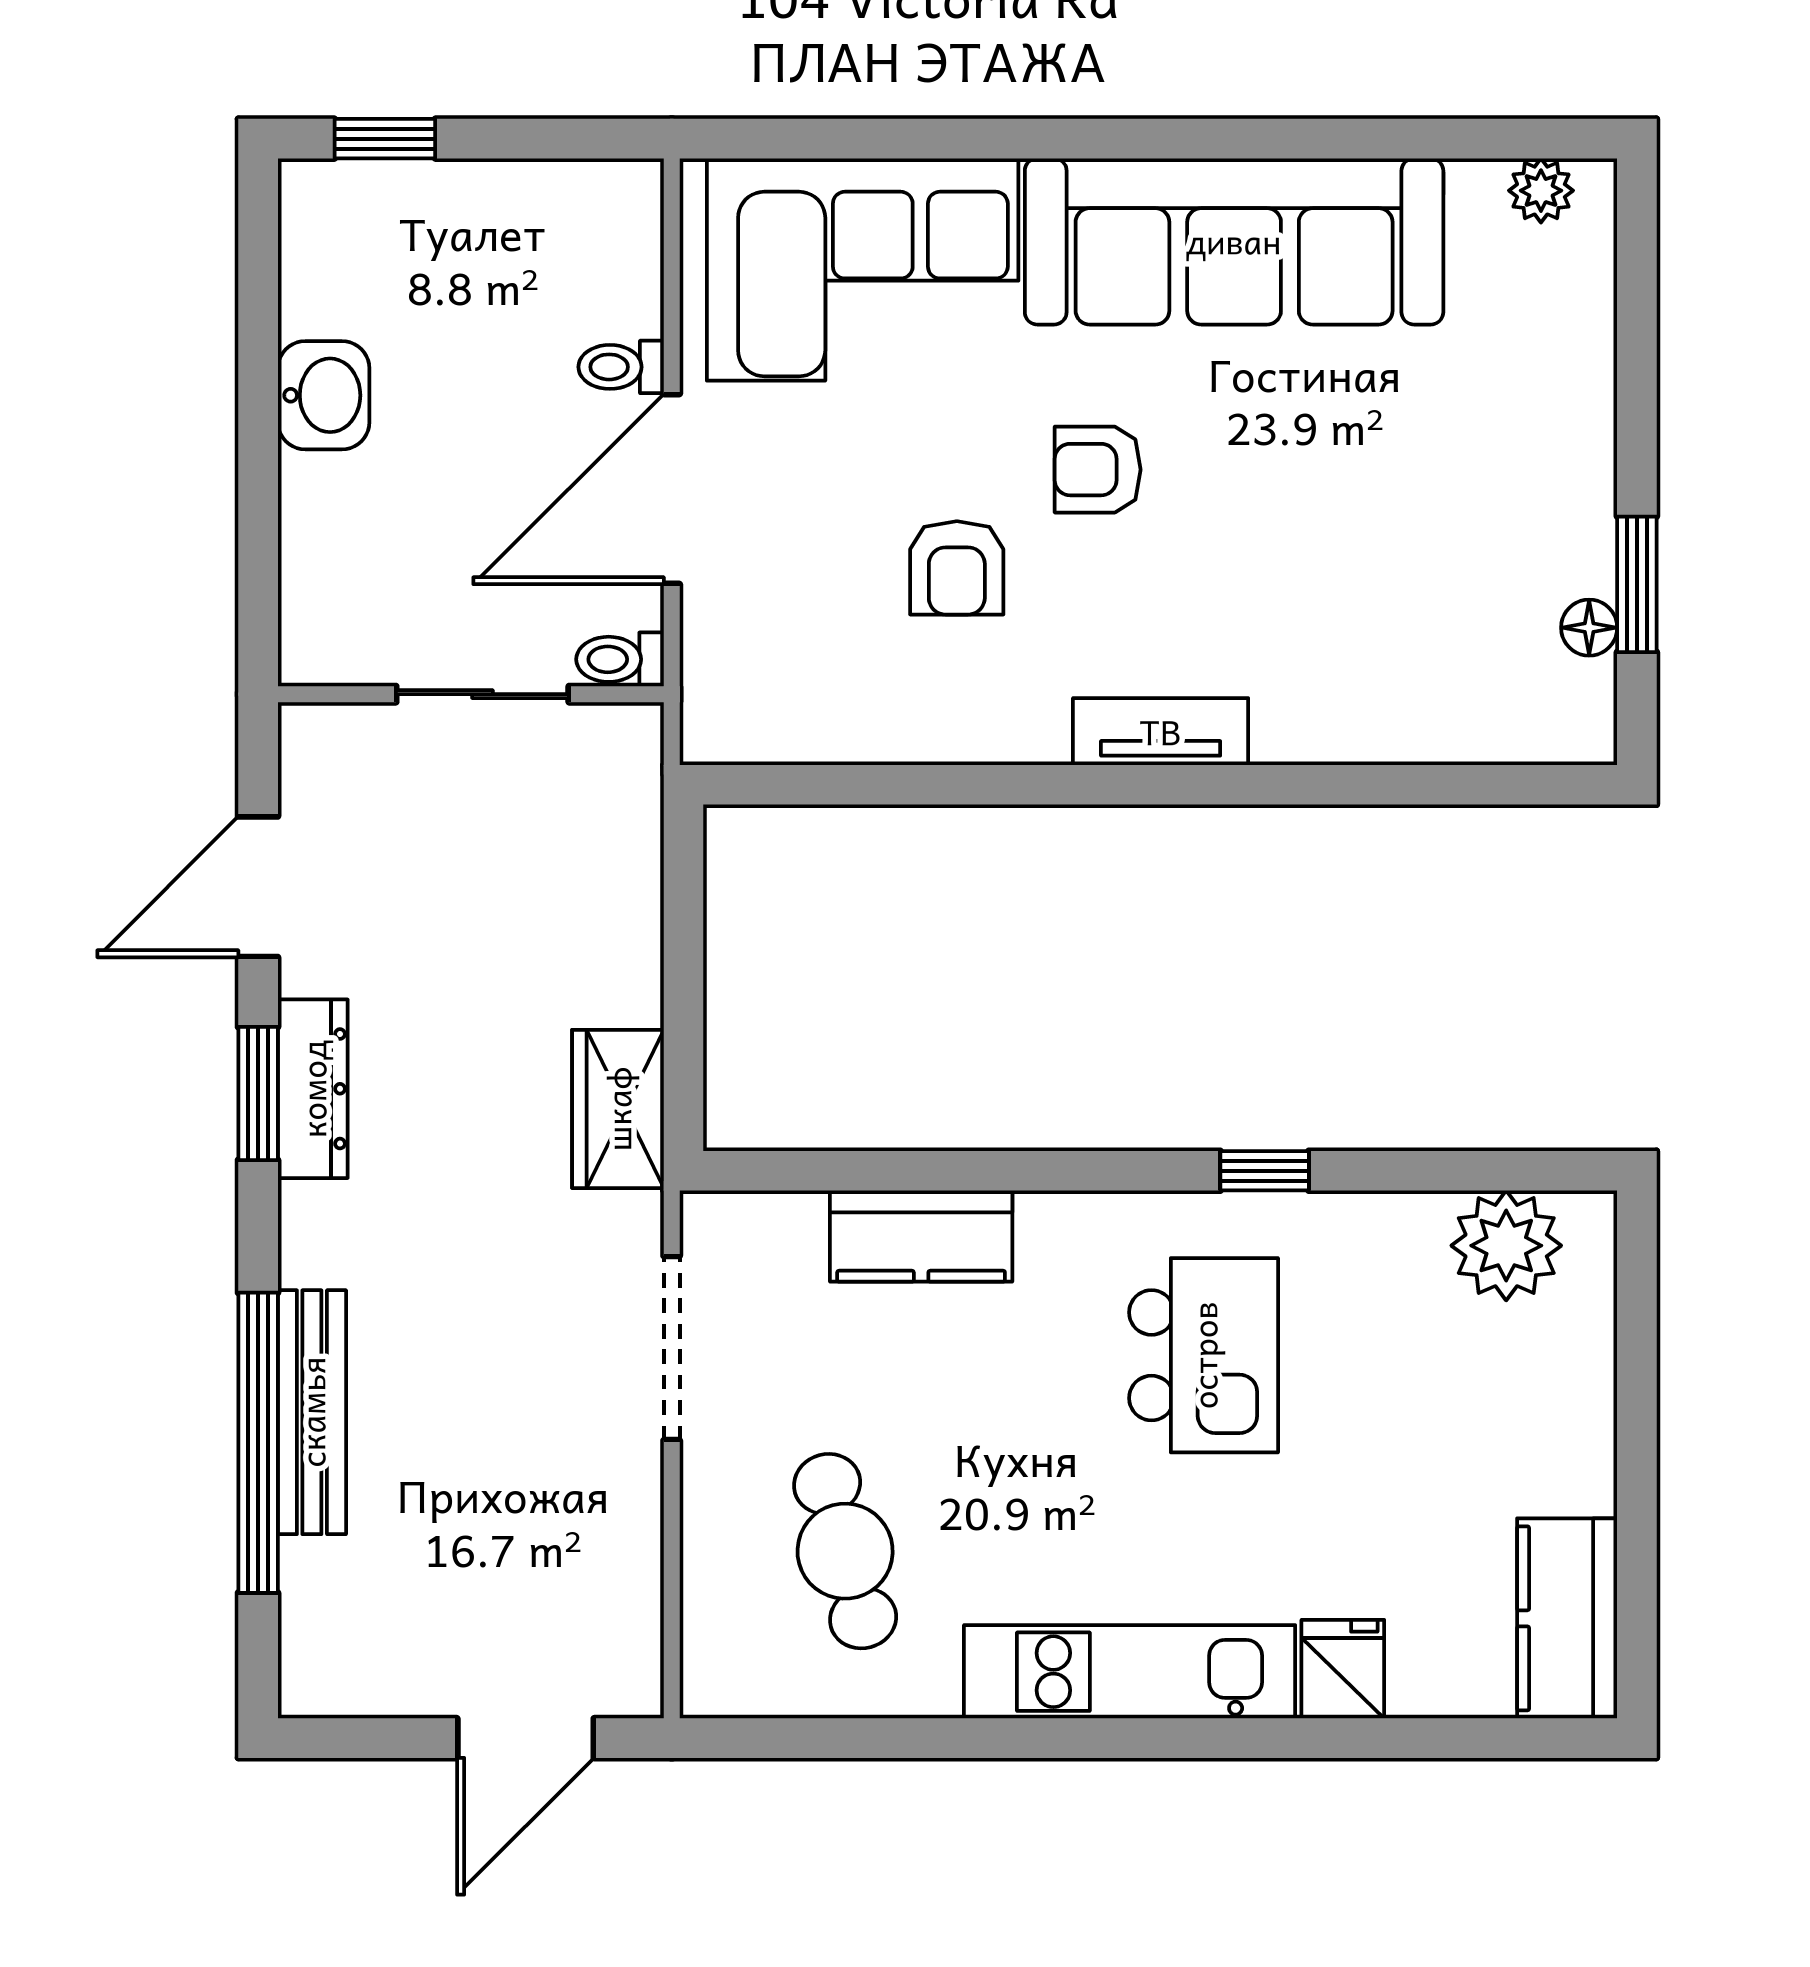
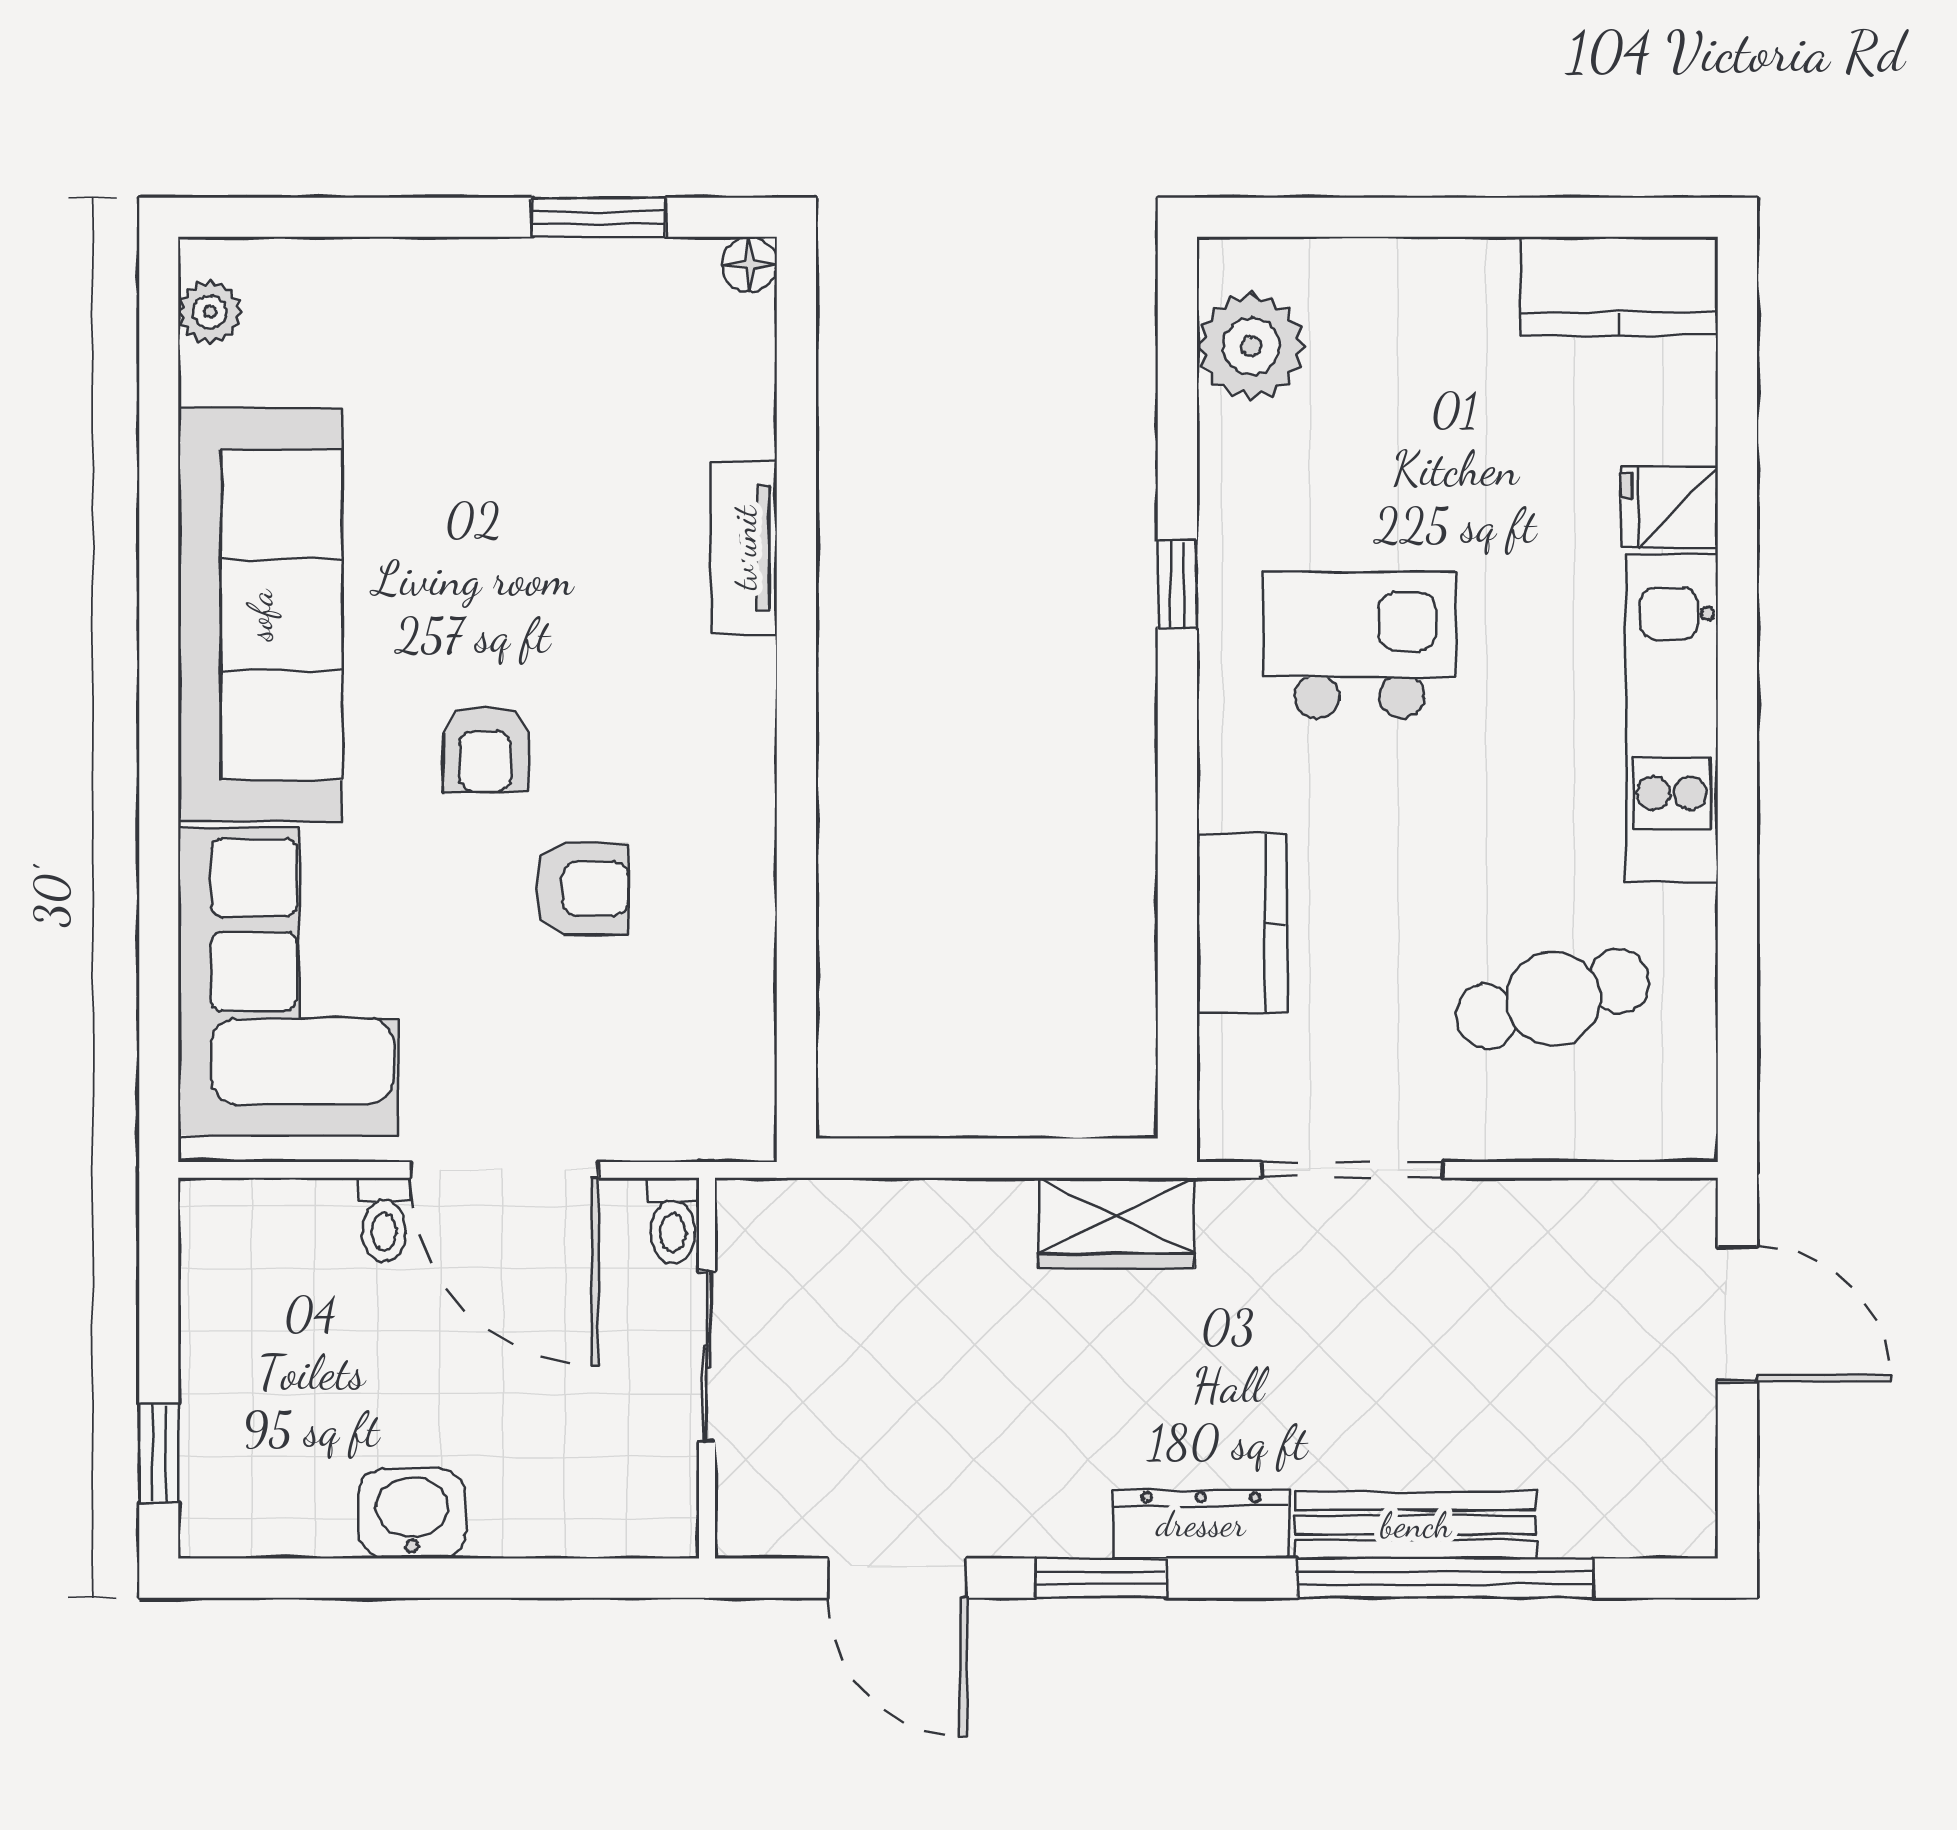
floor lamp: (1589, 628) -> (749, 264), moved
tv unit: (1161, 732) -> (744, 548), moved
dresser: (313, 1089) -> (1201, 1524), moved

